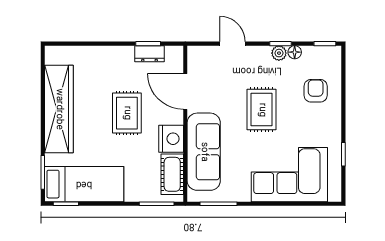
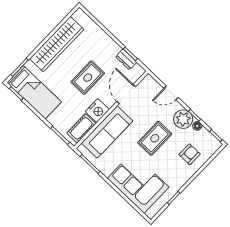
door: (232, 44) -> (171, 93), swing flipped
plant: (279, 53) -> (183, 119), width x1.88, depth x1.88

